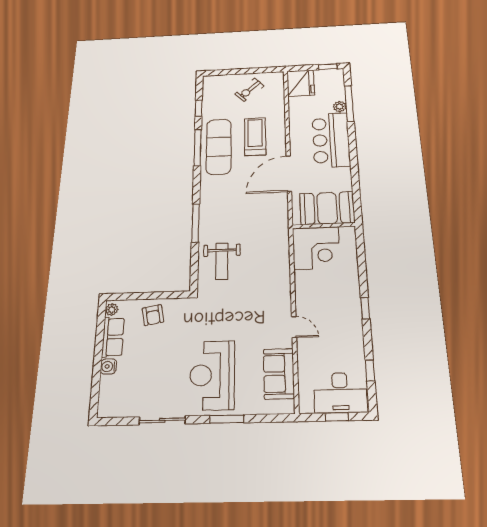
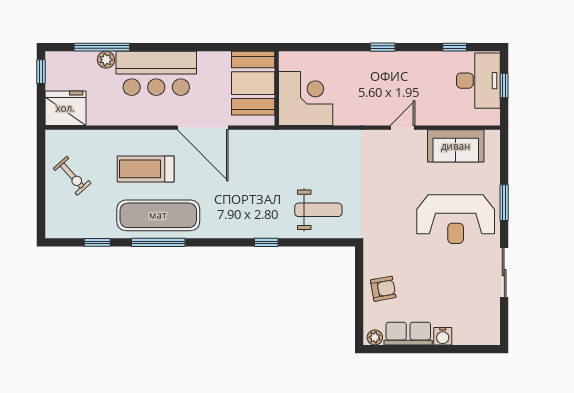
window: (195, 223) -> (266, 242), width x0.46

